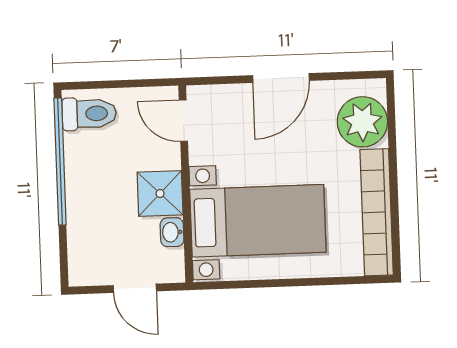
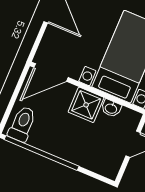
door: (183, 121) -> (51, 72), width x1.38

